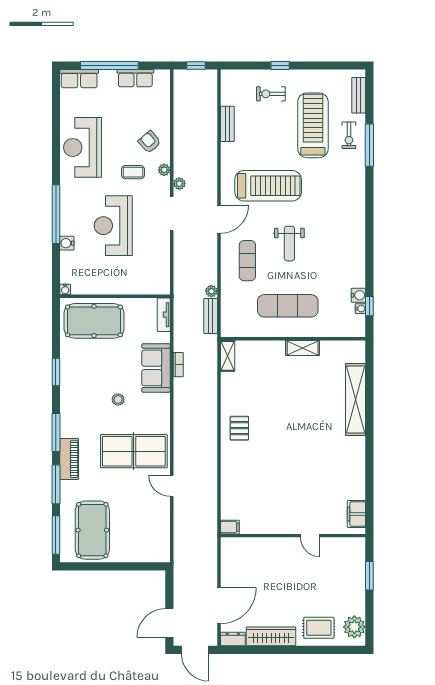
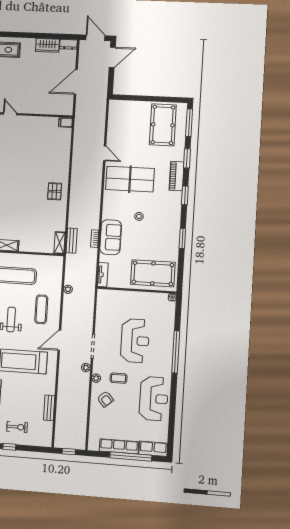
row of seats: (135, 78) -> (119, 446), width x1.48
water cooler: (67, 243) -> (169, 330), removed
bench: (211, 316) -> (72, 241), moved
window: (56, 432) -> (185, 195), width x0.69
window: (56, 484) -> (187, 158), width x0.69
door: (219, 606) -> (76, 82), moved
wardrobe: (271, 636) -> (47, 45), width x0.67

